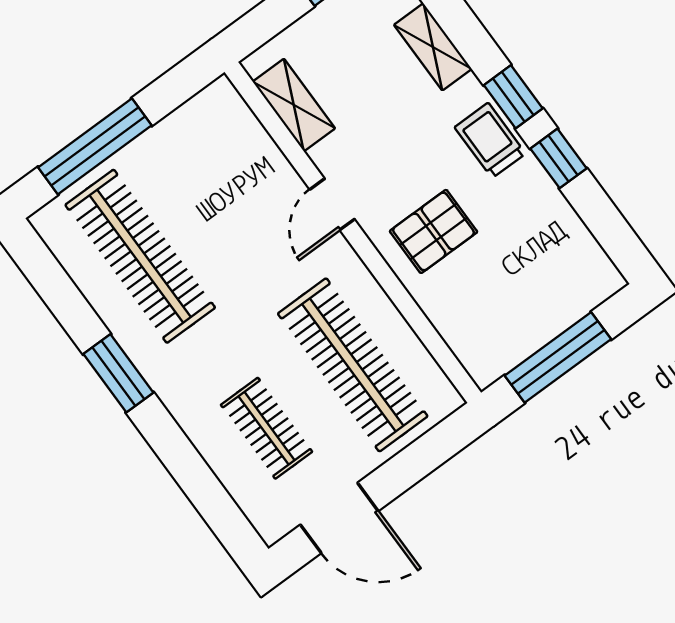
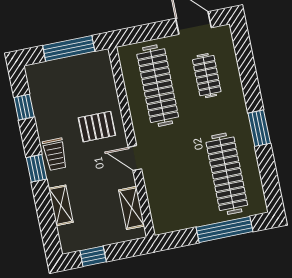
window: (558, 158) -> (24, 107), moved
door: (332, 204) -> (135, 158), swing flipped

